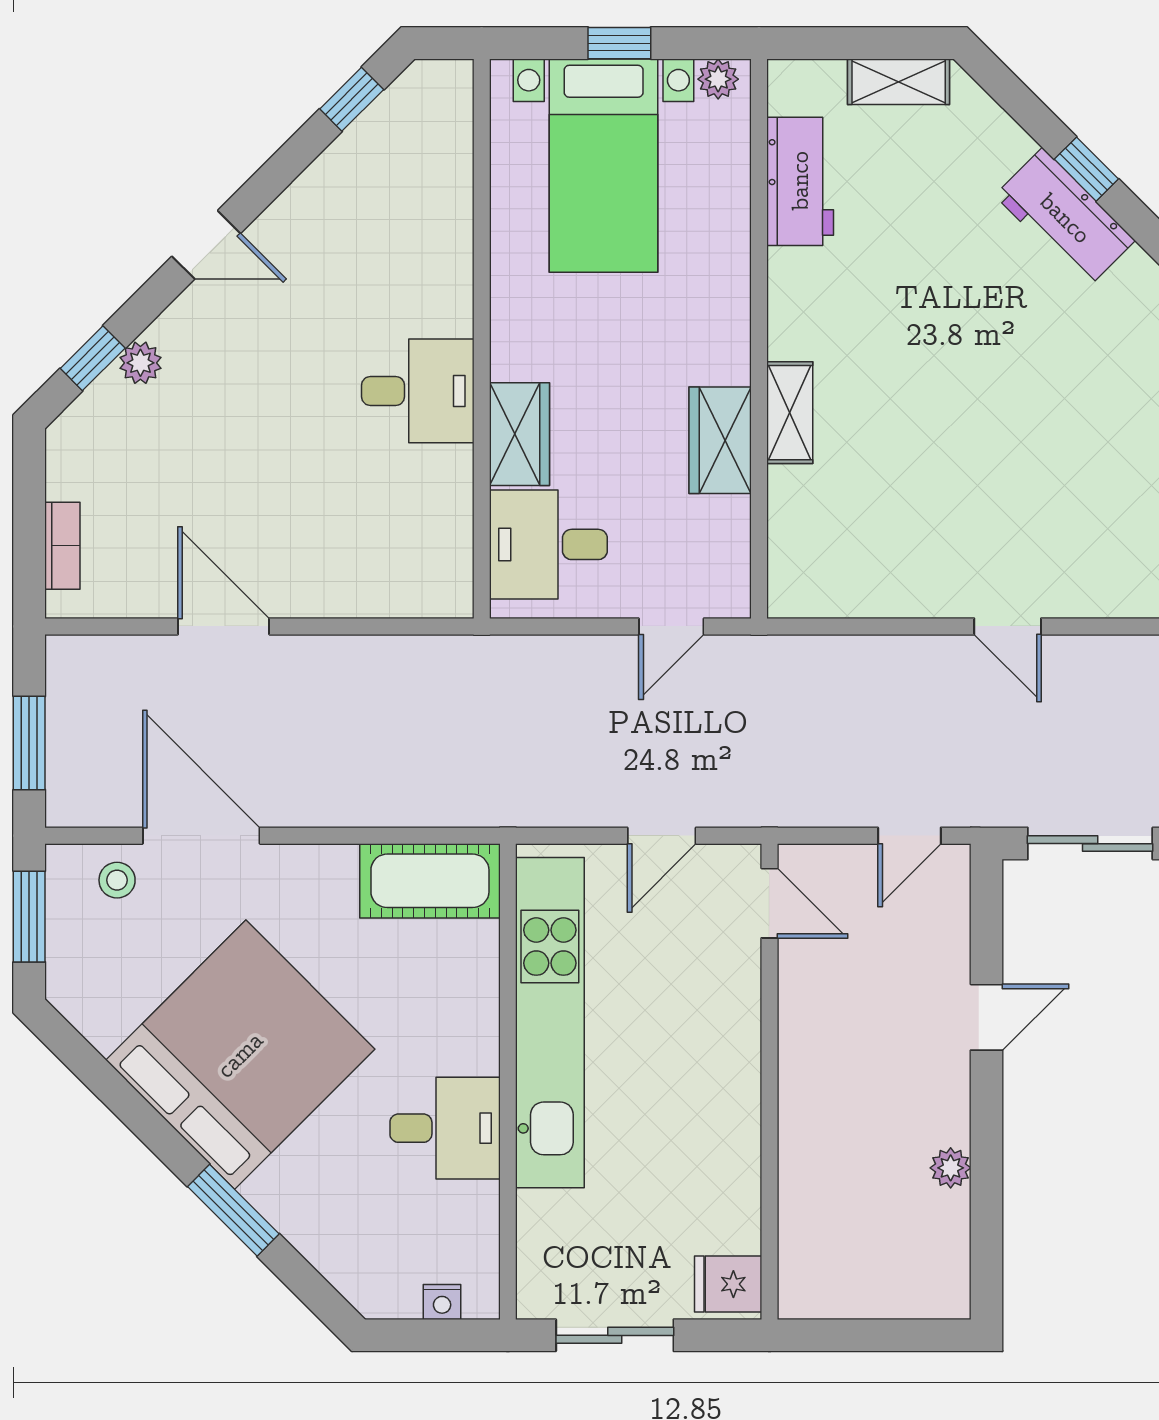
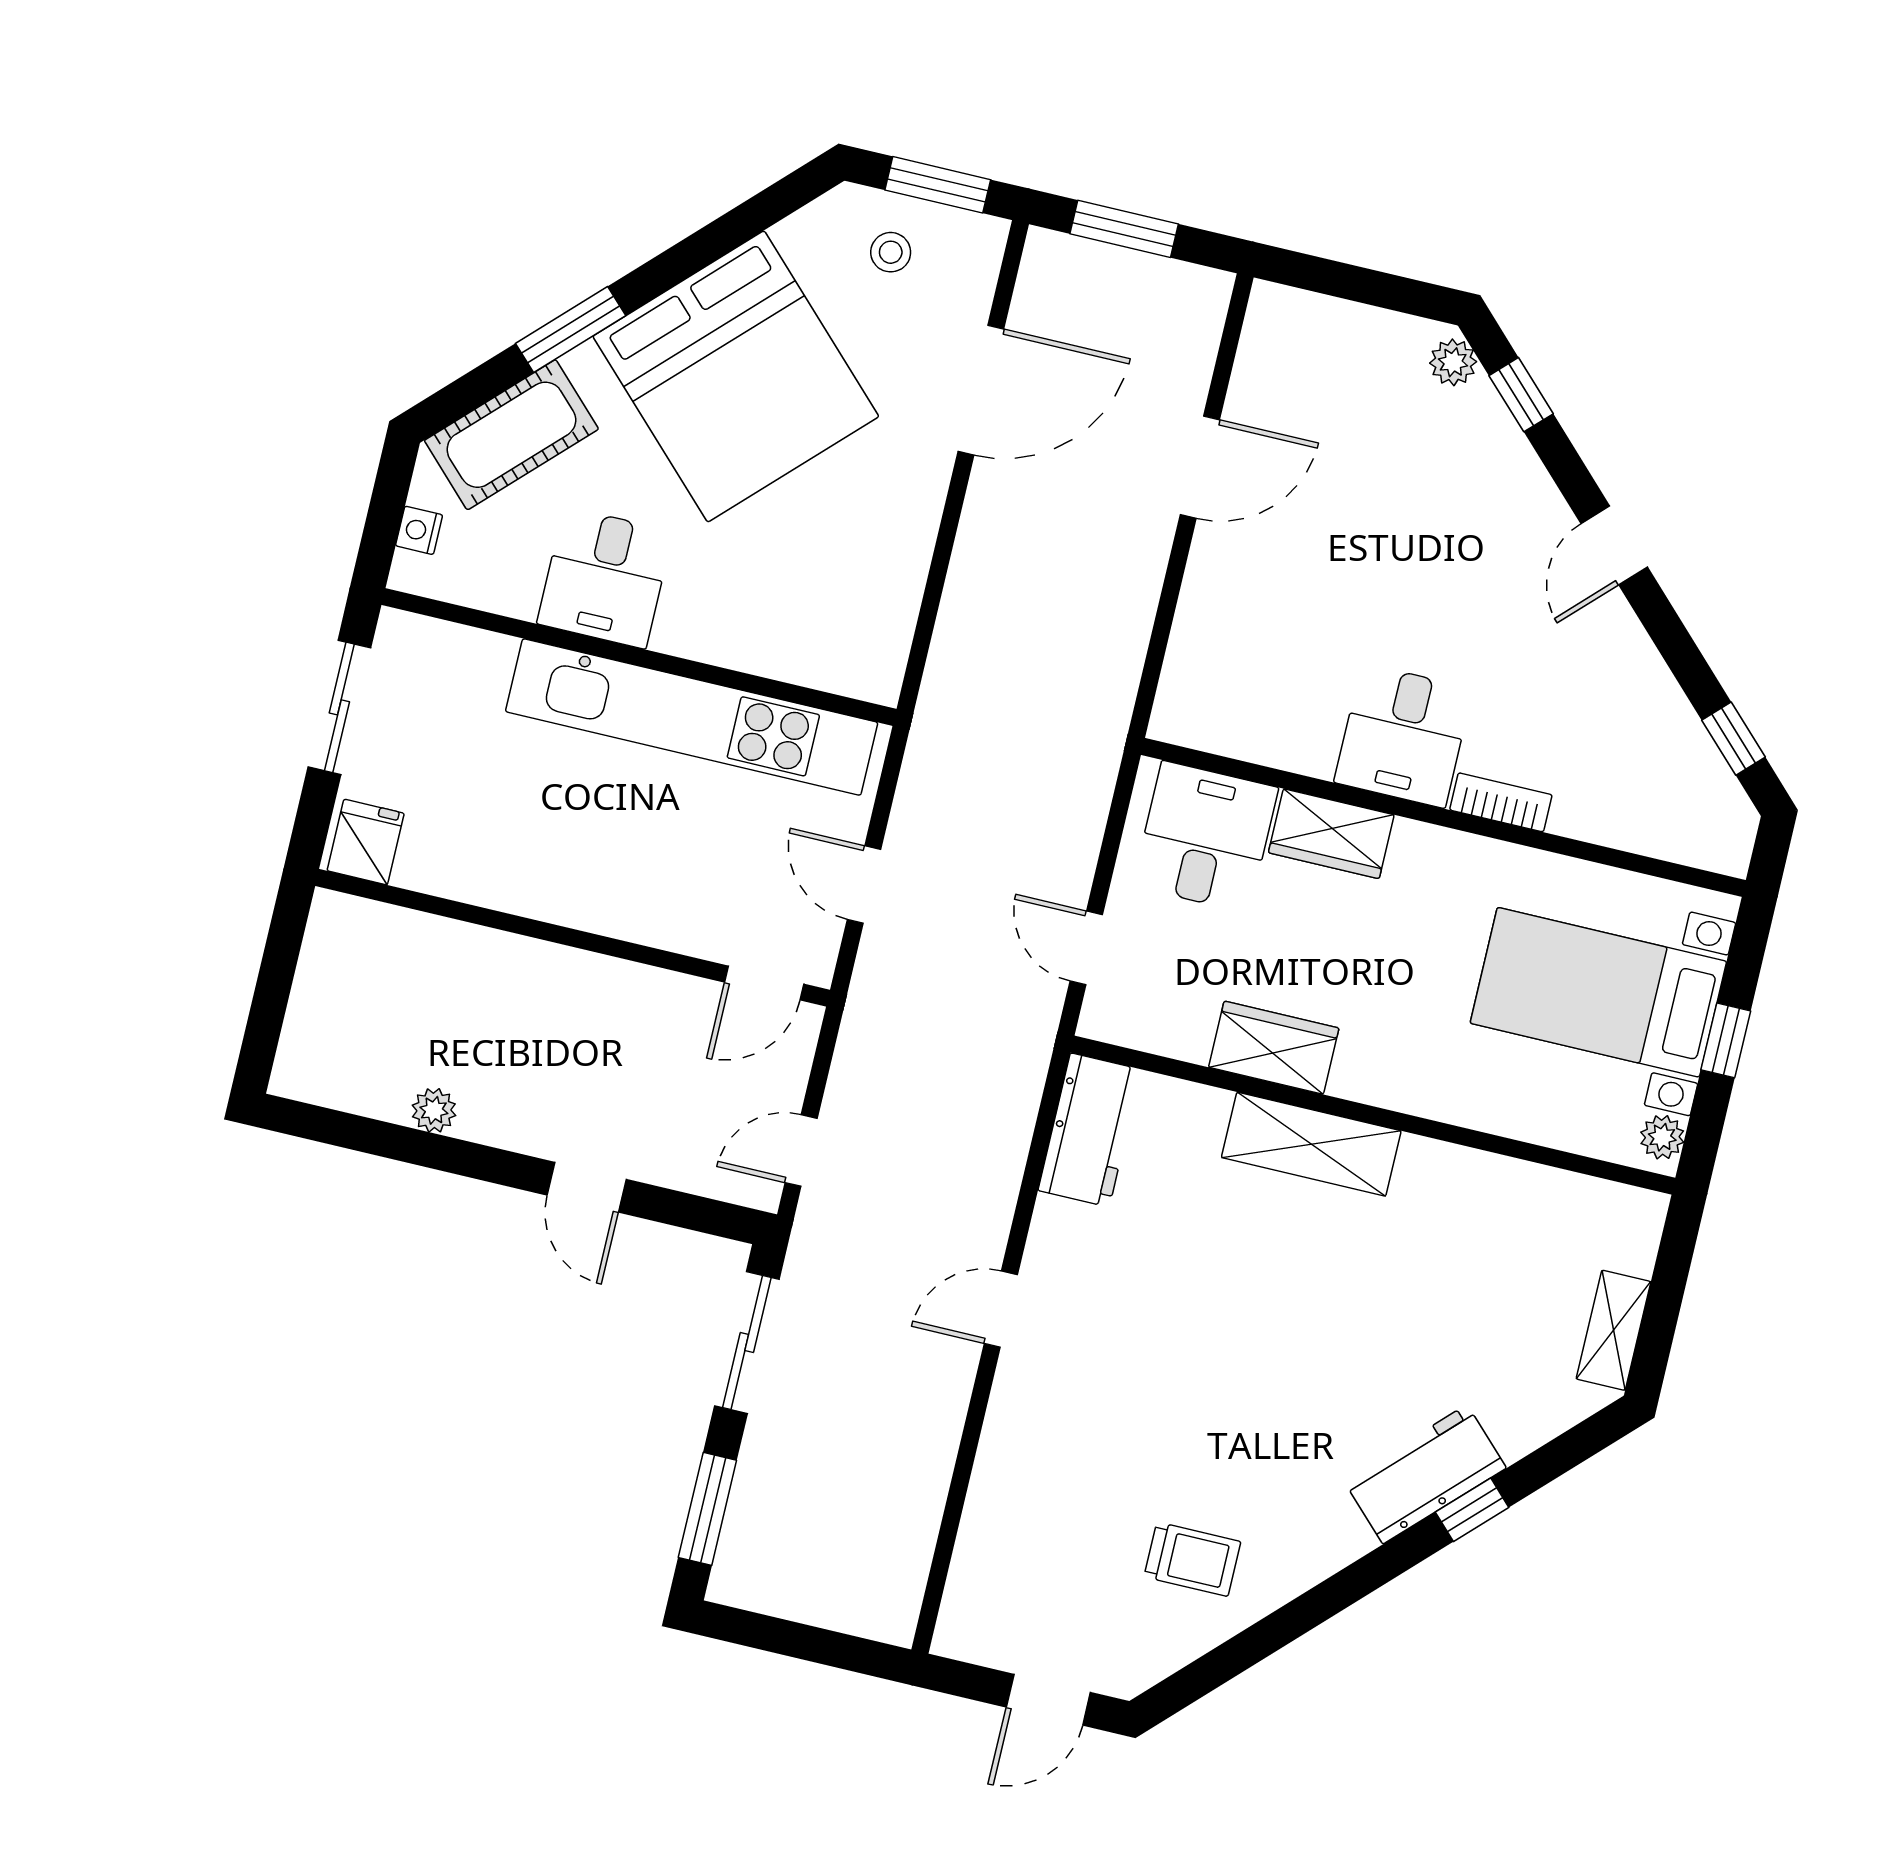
workbench: (800, 181) -> (1090, 1130), moved, turned -90
plant: (140, 363) -> (1453, 362), moved
shelving: (790, 413) -> (1311, 1144), width x1.50, depth x1.33
bookcase: (62, 546) -> (1501, 802), moved, turned 180
door: (909, 836) -> (801, 1151), hinge flipped
stool: (117, 880) -> (891, 252), moved
cot: (430, 881) -> (511, 435), moved, turned 45

